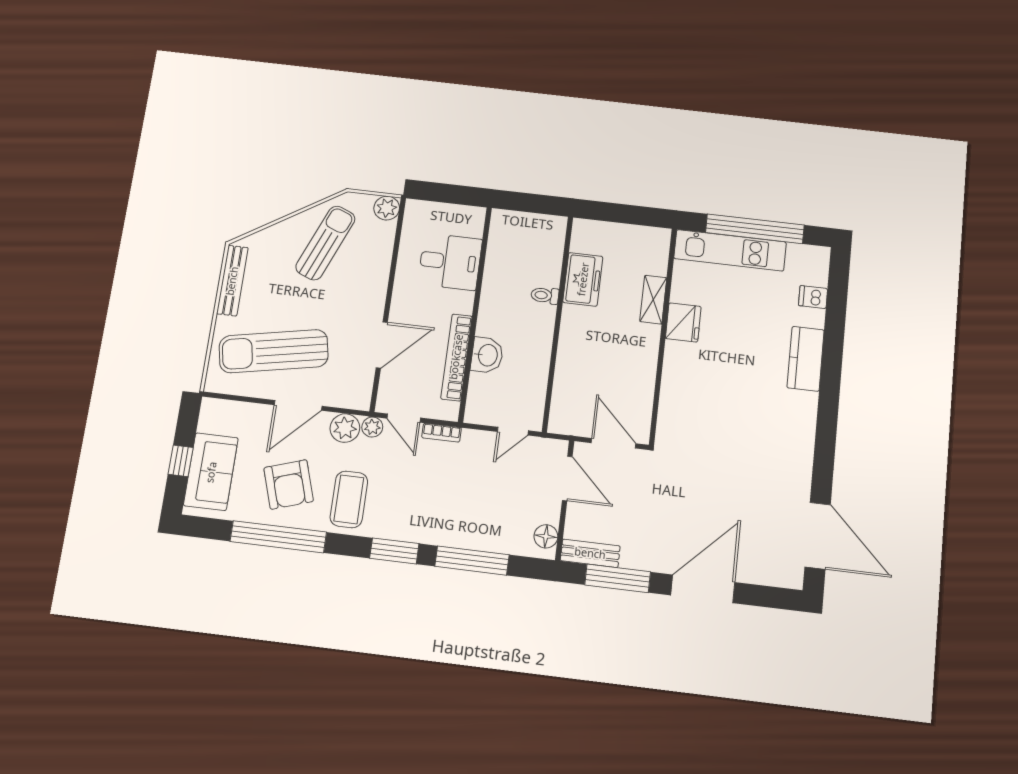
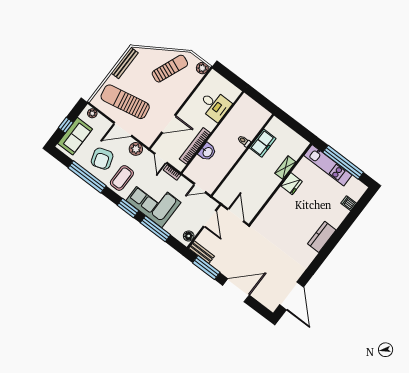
kitchen counter: (806, 359) -> (322, 237), moved
plant: (372, 427) -> (92, 113), moved
corner sofa: (437, 509) -> (153, 201), added

